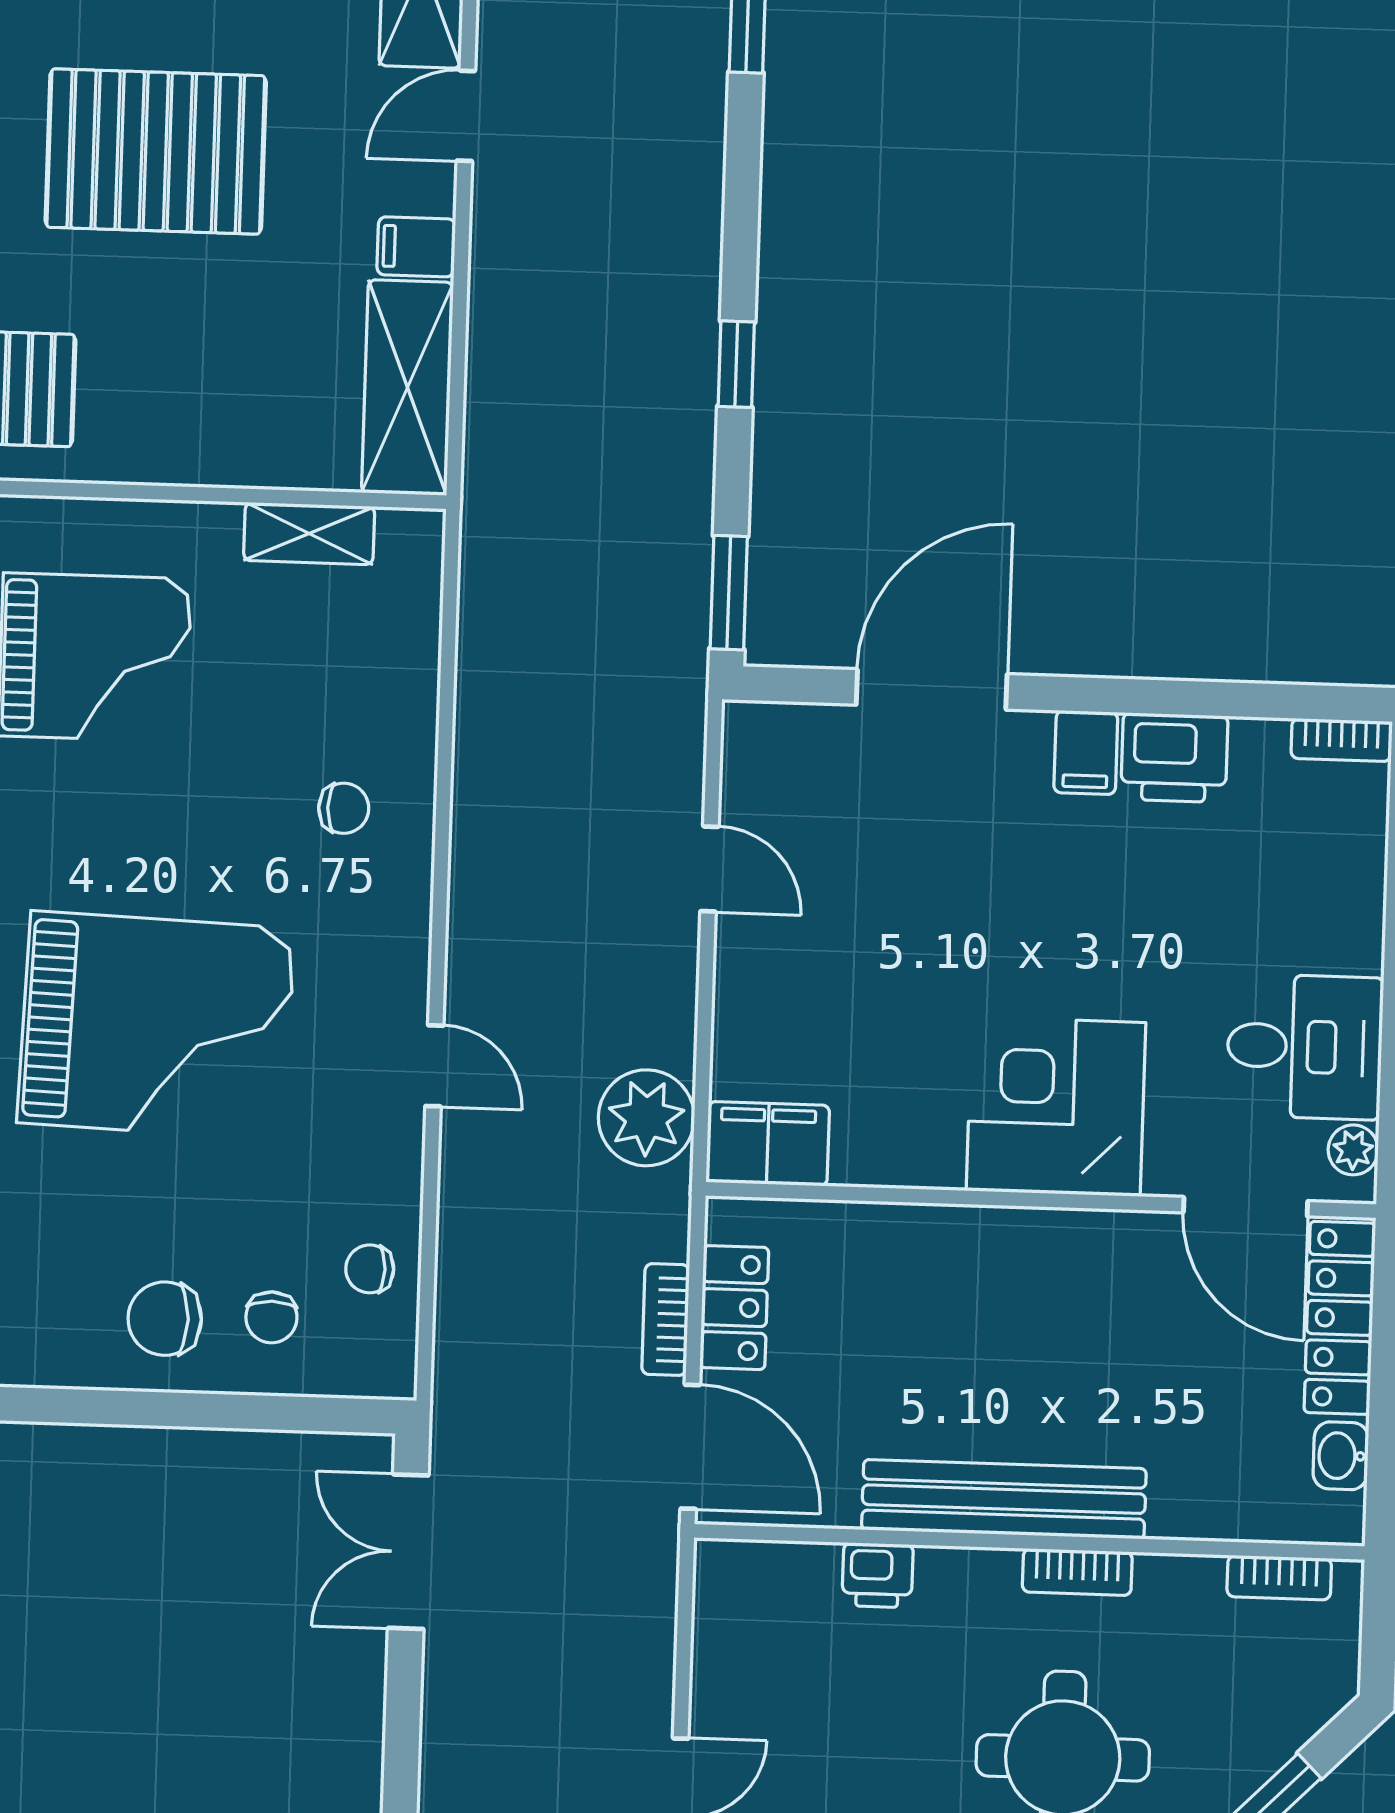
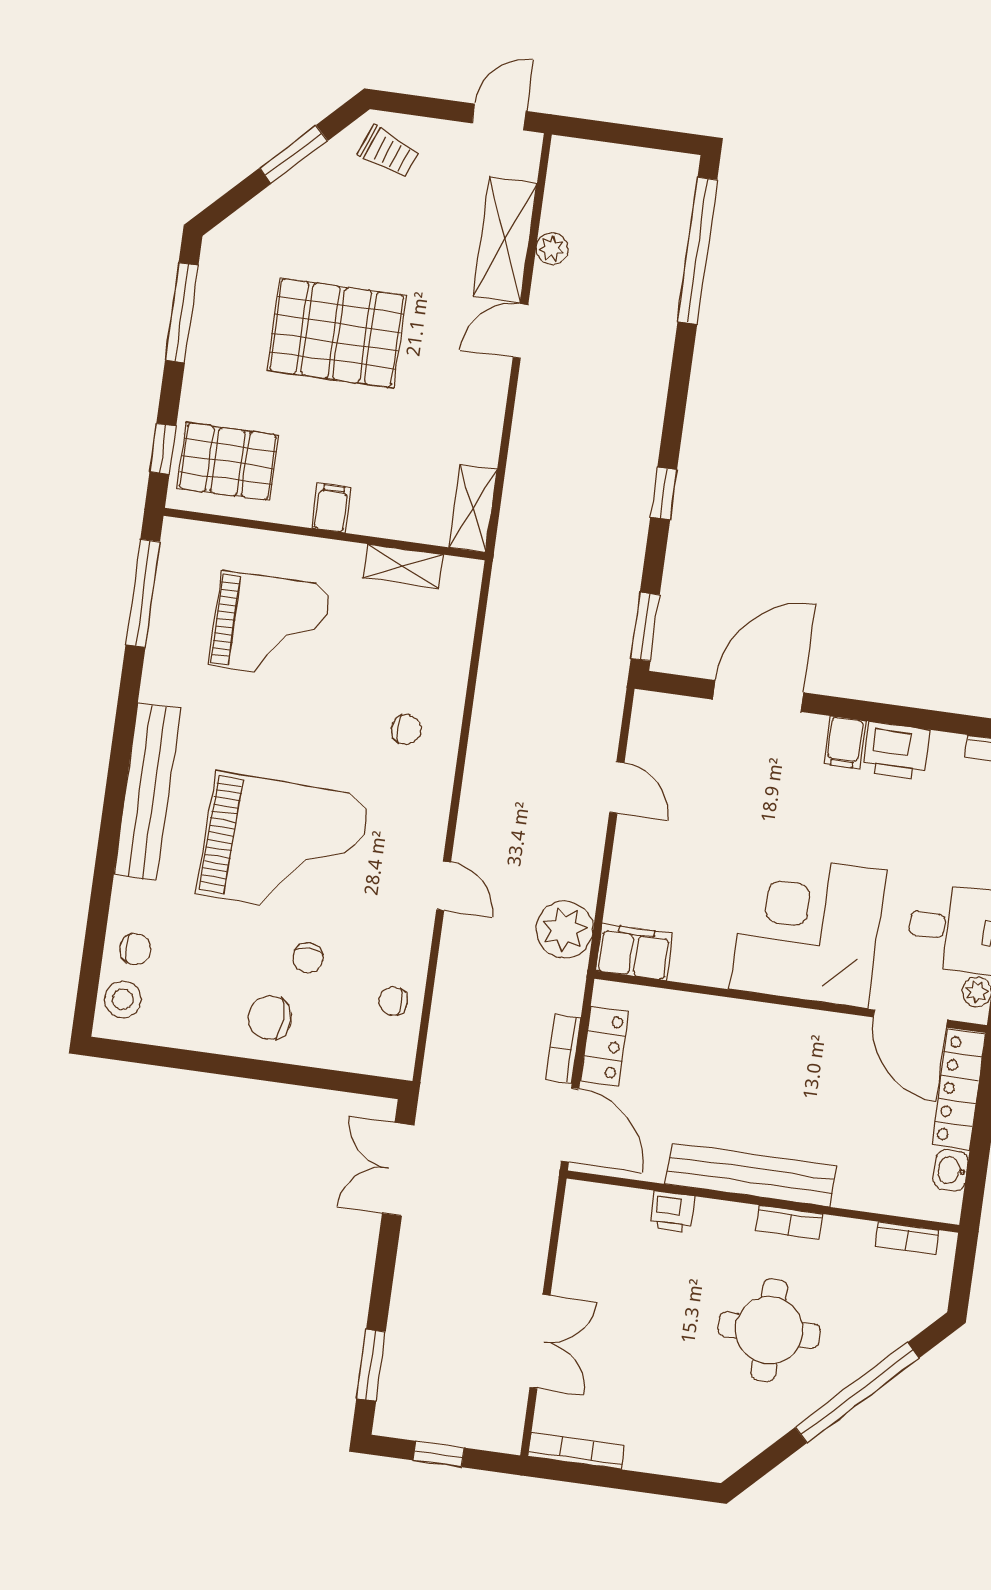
filing cabinet: (416, 247) -> (331, 508), moved, turned 90
shelving: (408, 388) -> (473, 508), width x0.67, depth x0.75
corner desk: (1056, 1107) -> (808, 930), width x1.36, depth x1.36
chair: (271, 1317) -> (308, 958), moved

